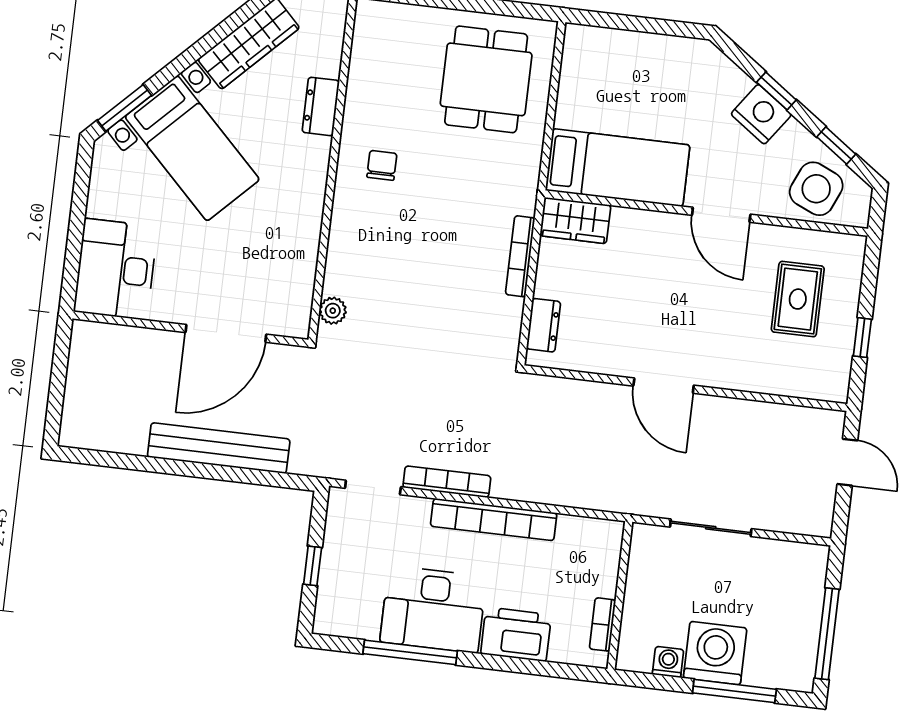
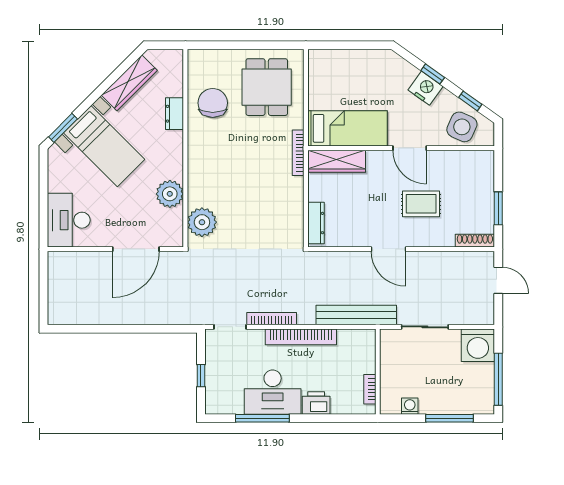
chair: (382, 165) -> (213, 103), moved, width x1.87, depth x1.87
wardrobe: (575, 220) -> (337, 161), width x1.50
plant: (296, 244) -> (170, 194), added
bookcase: (520, 256) -> (298, 153), moved
rug: (798, 299) -> (421, 204), moved, turned 90
plant: (333, 311) -> (202, 222), width x1.87, depth x1.87
dresser: (543, 325) -> (316, 223), width x1.44
window: (862, 338) -> (498, 208), width x1.50
shoe rack: (815, 389) -> (475, 241), added
bench: (219, 448) -> (356, 315), moved
printer: (516, 634) -> (316, 403), width x0.73, depth x0.84
washing machine: (715, 653) -> (478, 345), moved, turned 180

